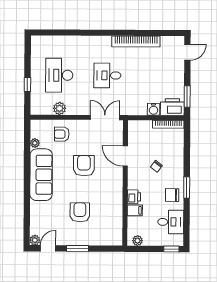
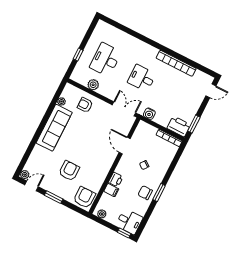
water cooler: (154, 109) -> (149, 114), moved
armchair: (84, 166) -> (84, 197), moved
desk: (171, 222) -> (129, 222), moved

